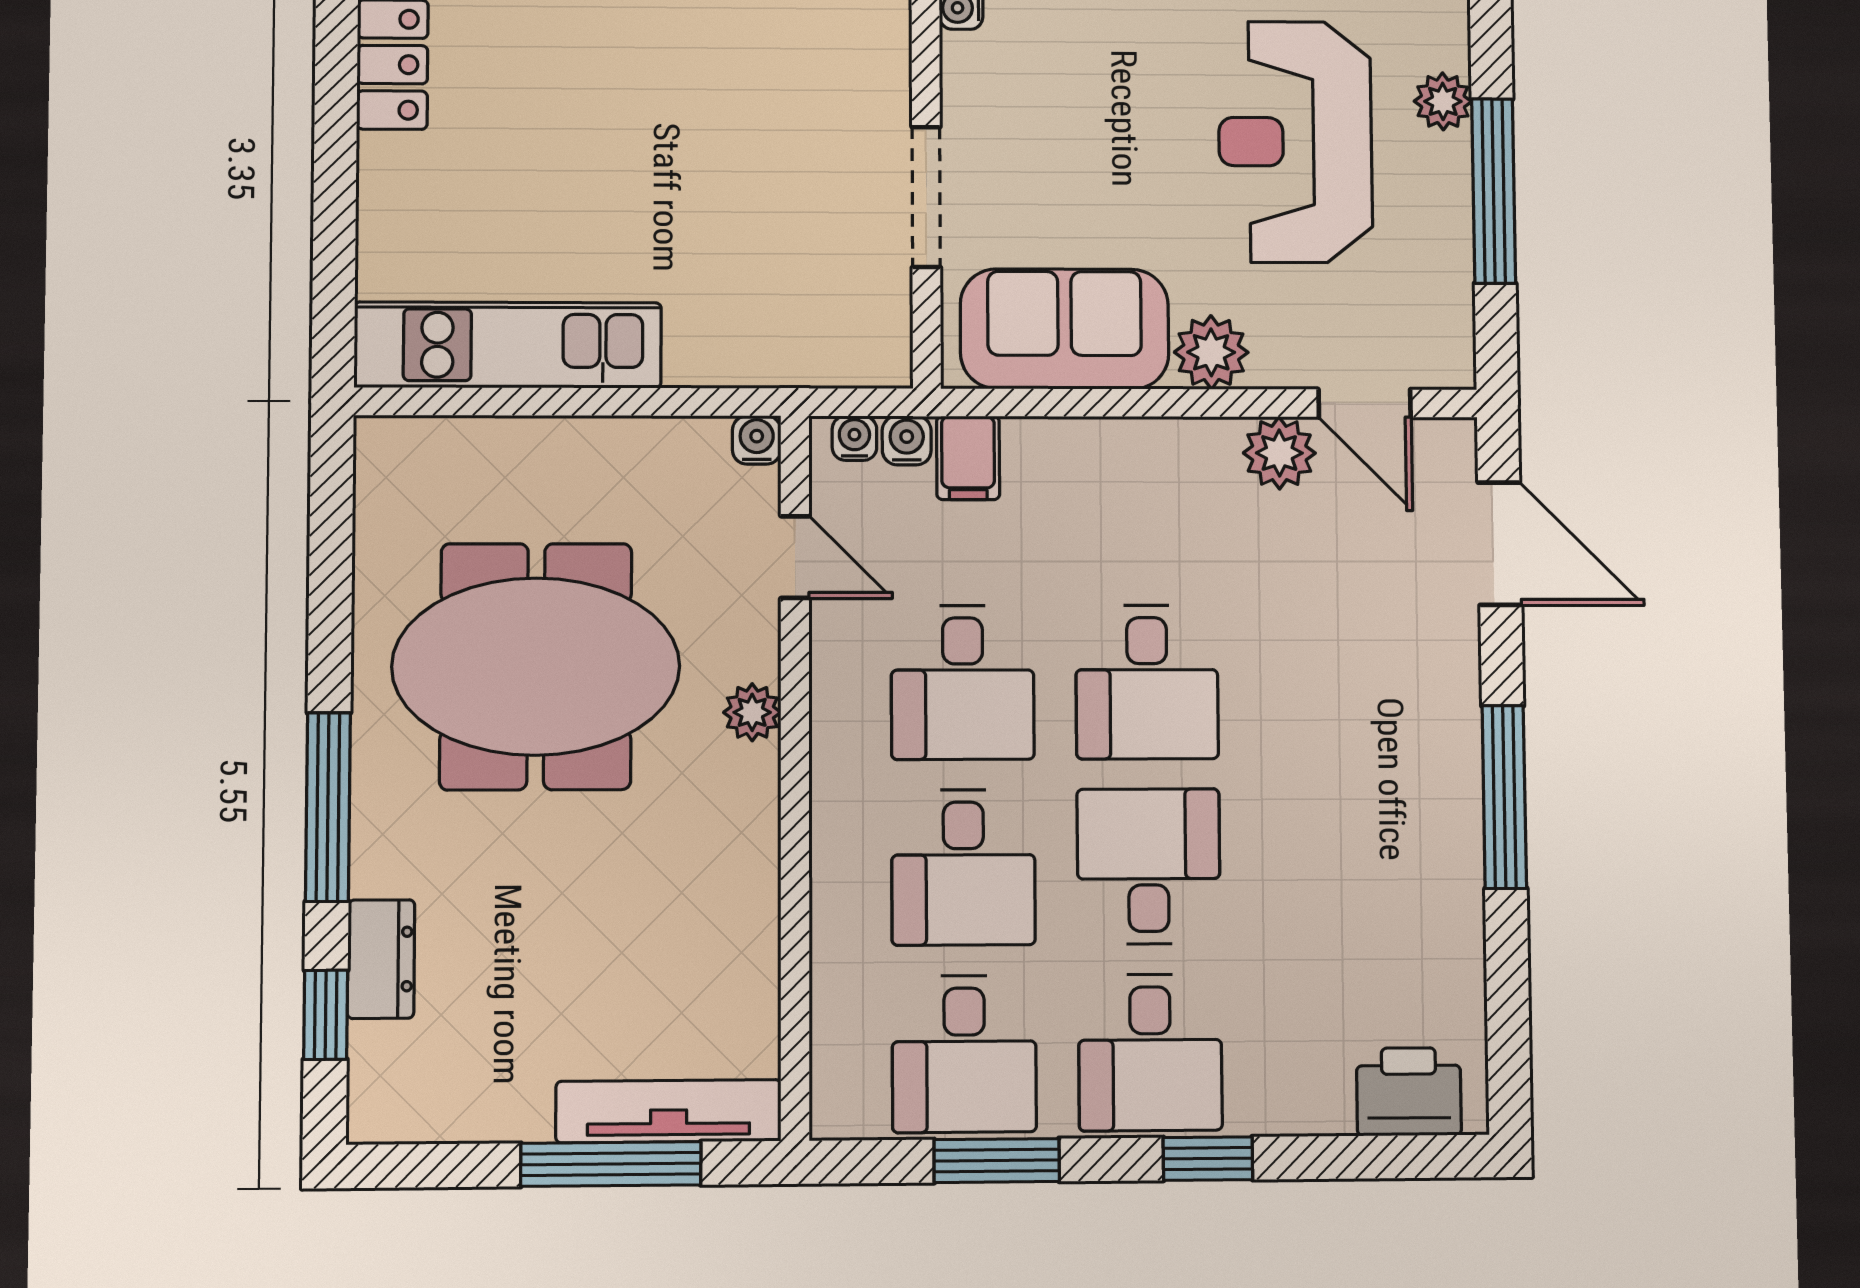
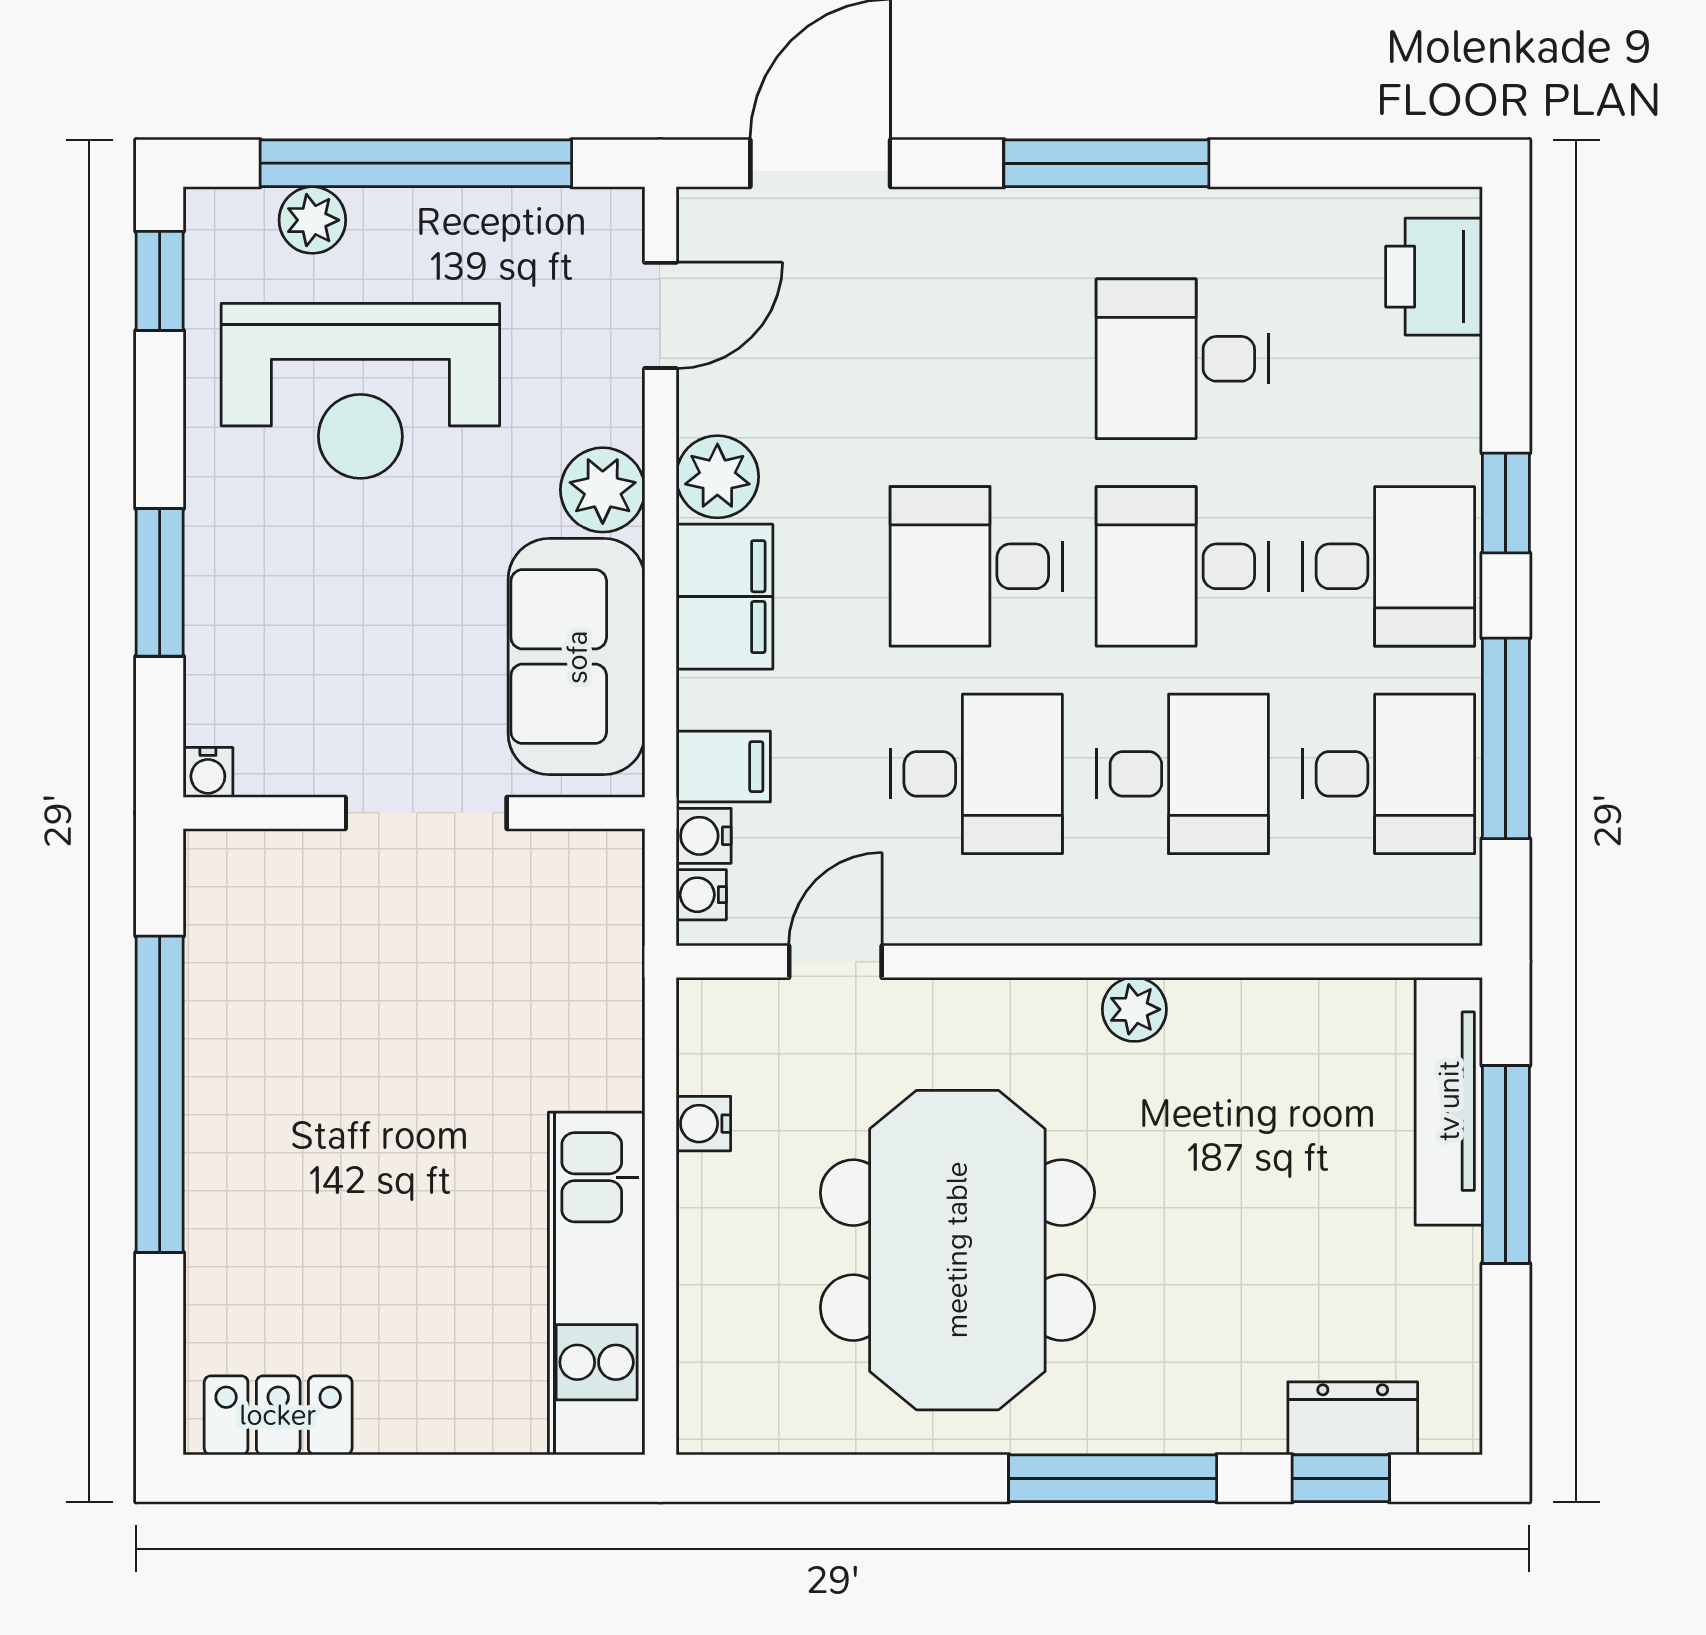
window: (1494, 191) -> (416, 163), width x1.46
water cooler: (757, 440) -> (703, 1124), moved
plant: (1279, 453) -> (717, 477), moved
filing cabinet: (1118, 459) -> (724, 597), added
desk: (1147, 682) -> (976, 566), turned 180
plant: (752, 712) -> (1134, 1009), moved
desk: (1333, 865) -> (1182, 359), added
dresser: (381, 959) -> (1353, 1418), moved
window: (997, 1160) -> (1506, 738), width x1.44

